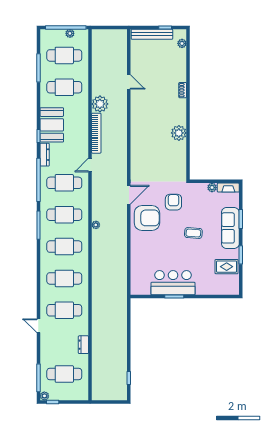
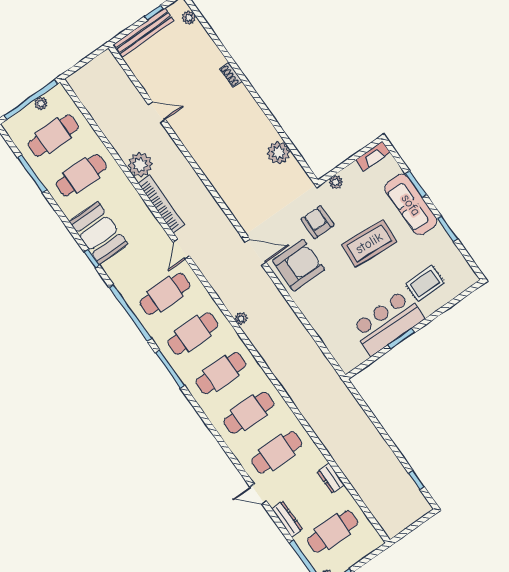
plant: (179, 133) -> (278, 153), moved
dresser: (45, 155) -> (287, 519), moved
plant: (212, 188) -> (336, 182), moved
door: (129, 195) -> (256, 252), hinge flipped
coffee table: (193, 233) -> (369, 243), width x1.86, depth x1.72
rug: (227, 267) -> (425, 283), moved

